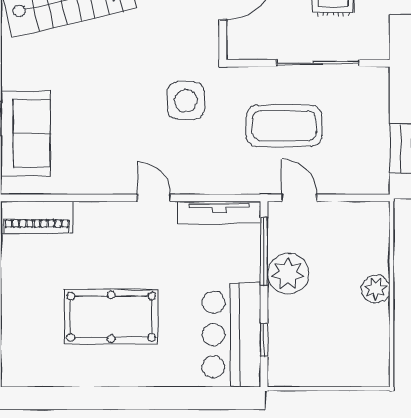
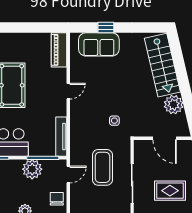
side table: (186, 101) -> (114, 121), width x0.54, depth x0.54
door: (154, 198) -> (68, 91), moved
chair: (350, 222) -> (57, 199), added

